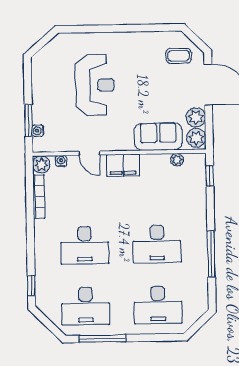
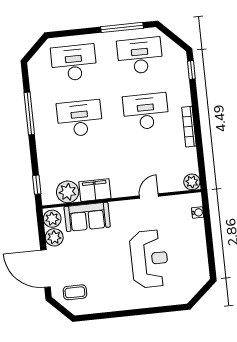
reception desk: (95, 85) -> (149, 259), turned 180
window: (28, 120) -> (207, 221), removed
door: (89, 153) -> (149, 196), hinge flipped
plant: (177, 160) -> (68, 192), width x1.87, depth x1.87
water cooler: (61, 161) -> (174, 187), removed
filing cabinet: (123, 165) -> (95, 190), moved
bookcase: (39, 197) -> (189, 127), moved

